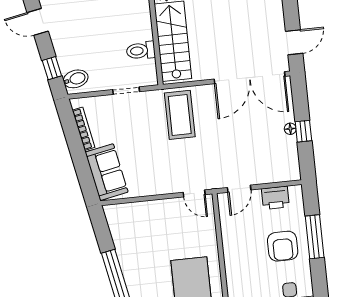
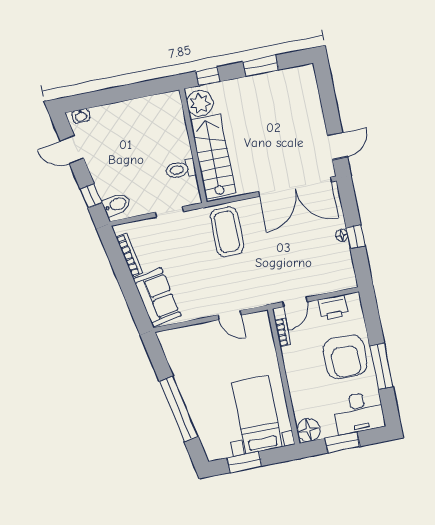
door: (194, 193) -> (229, 315), moved
bookcase: (225, 217) -> (283, 332), added
window: (315, 237) -> (381, 366), moved
armchair: (283, 246) -> (345, 357), width x1.36, depth x1.36

